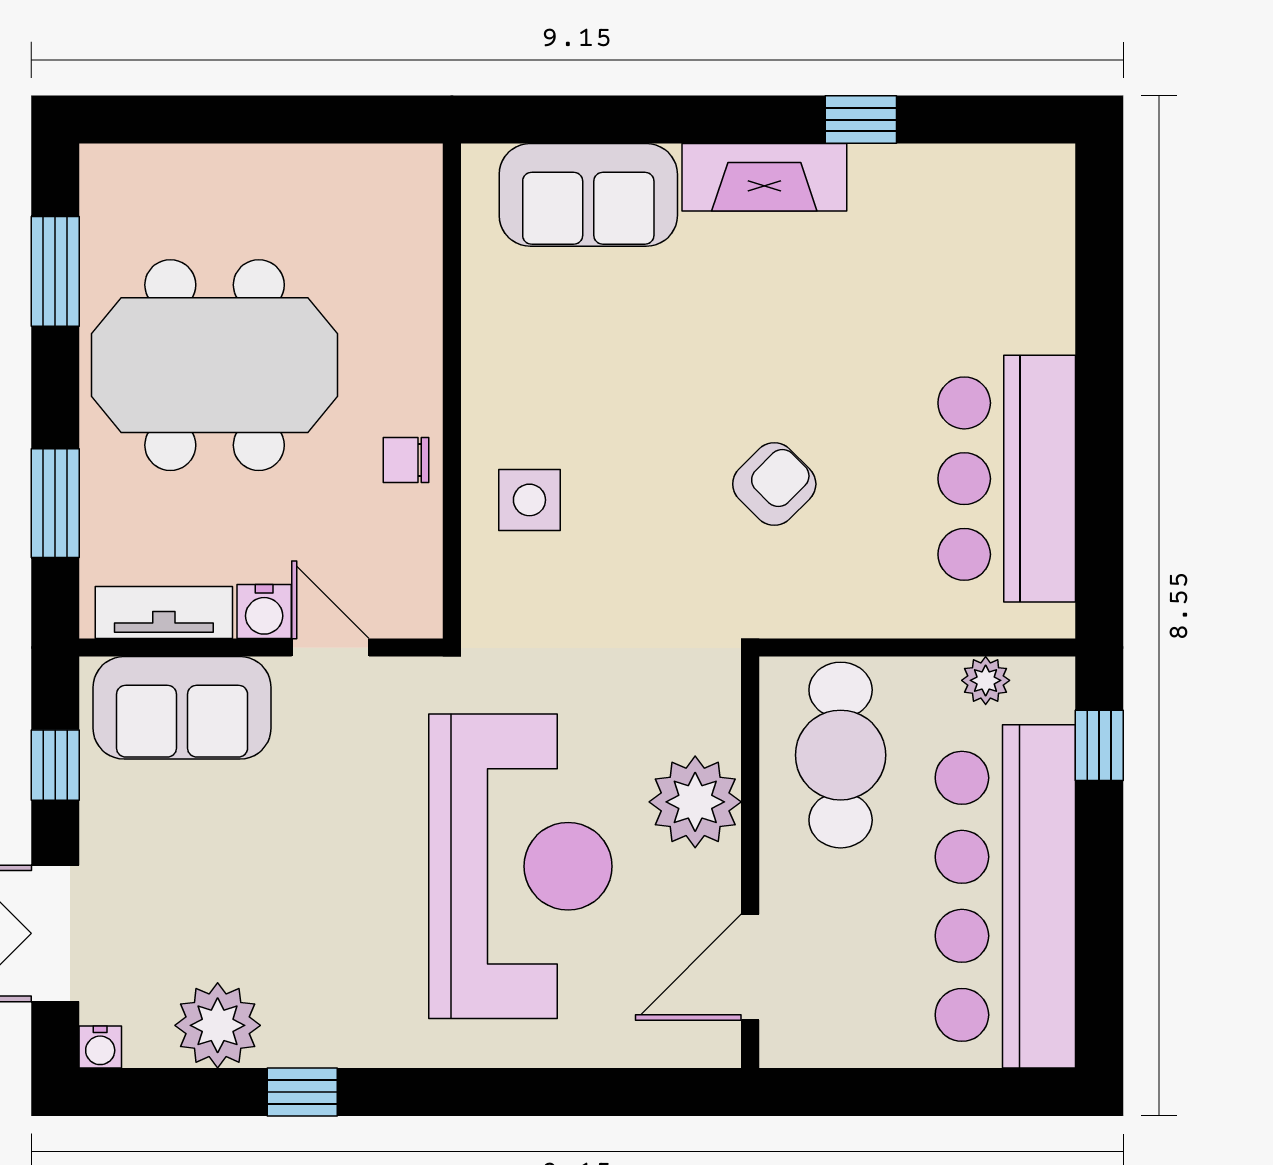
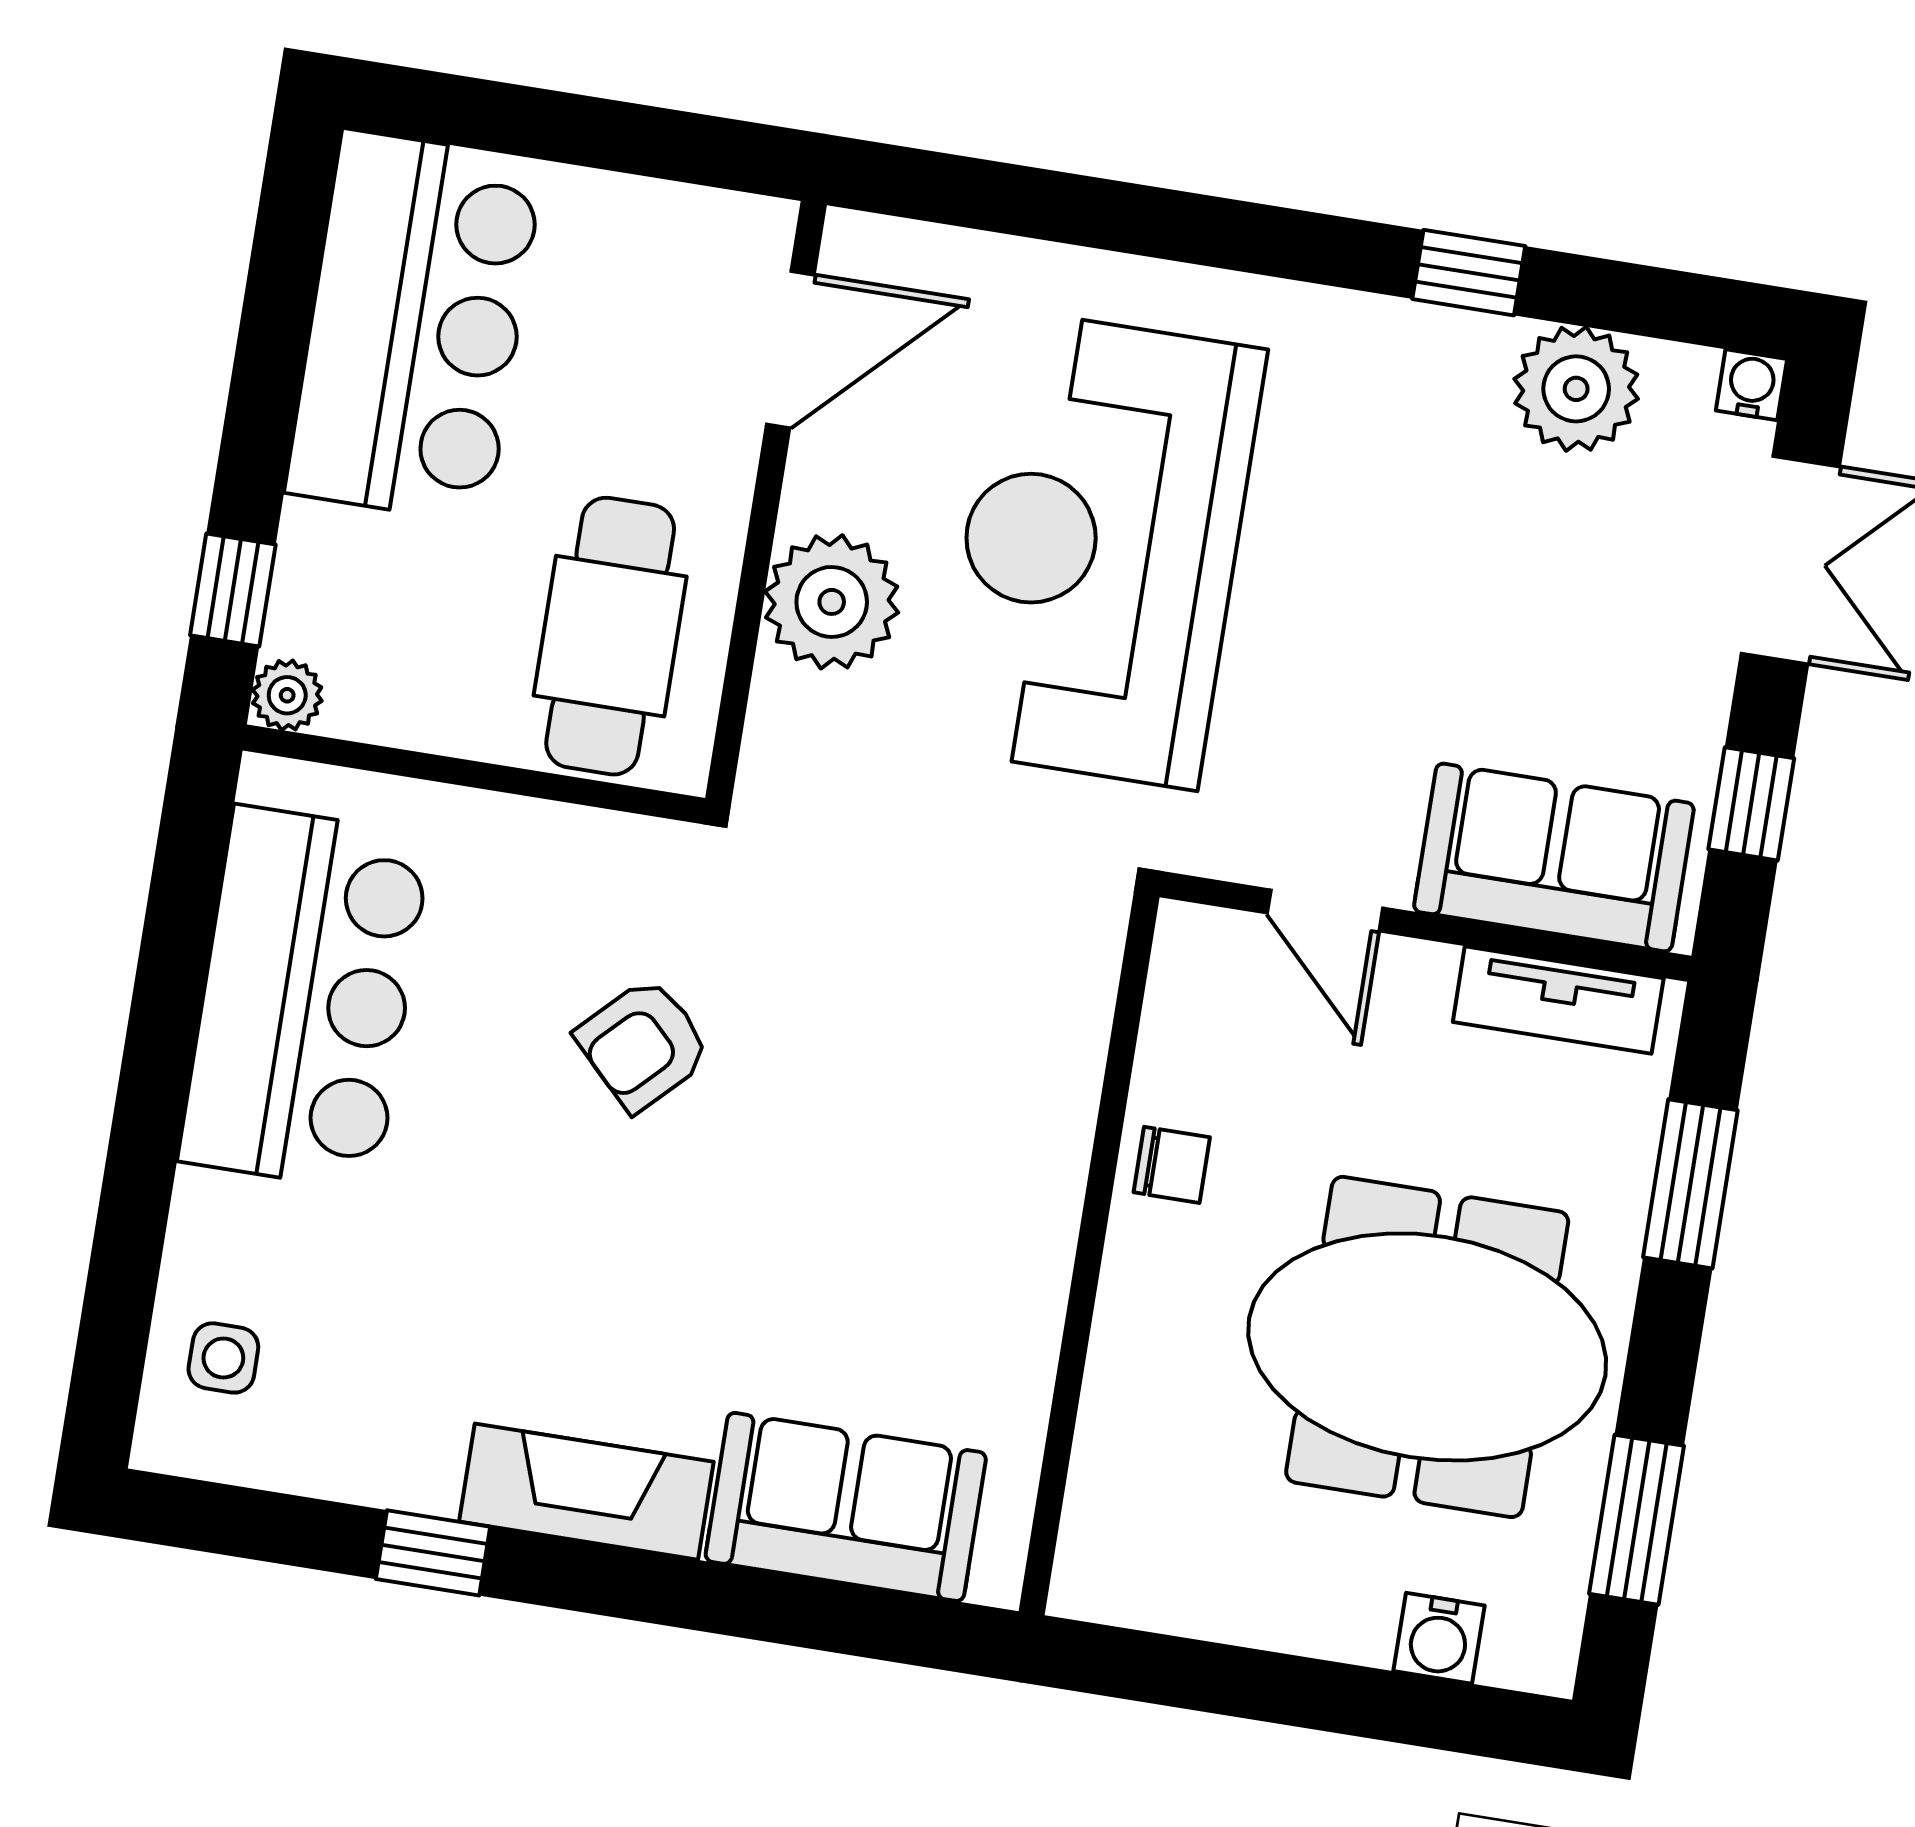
side table: (529, 500) -> (223, 1358), moved, width x0.73, depth x0.73
water cooler: (264, 612) -> (1439, 1638), moved, turned 180
plant: (986, 680) -> (287, 695), moved
bar counter: (1005, 896) -> (415, 327), width x0.73

